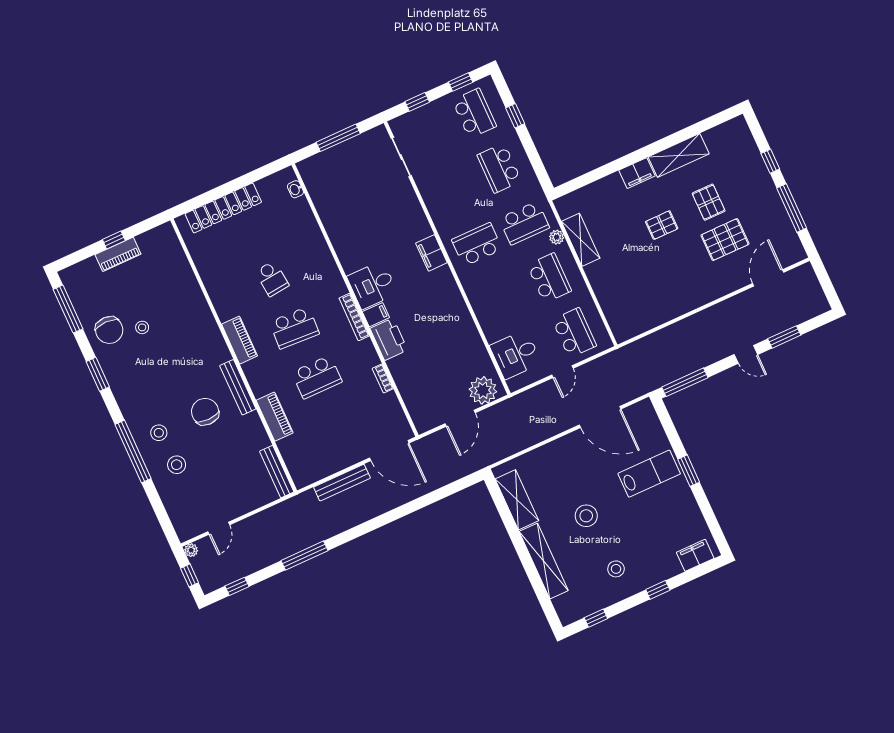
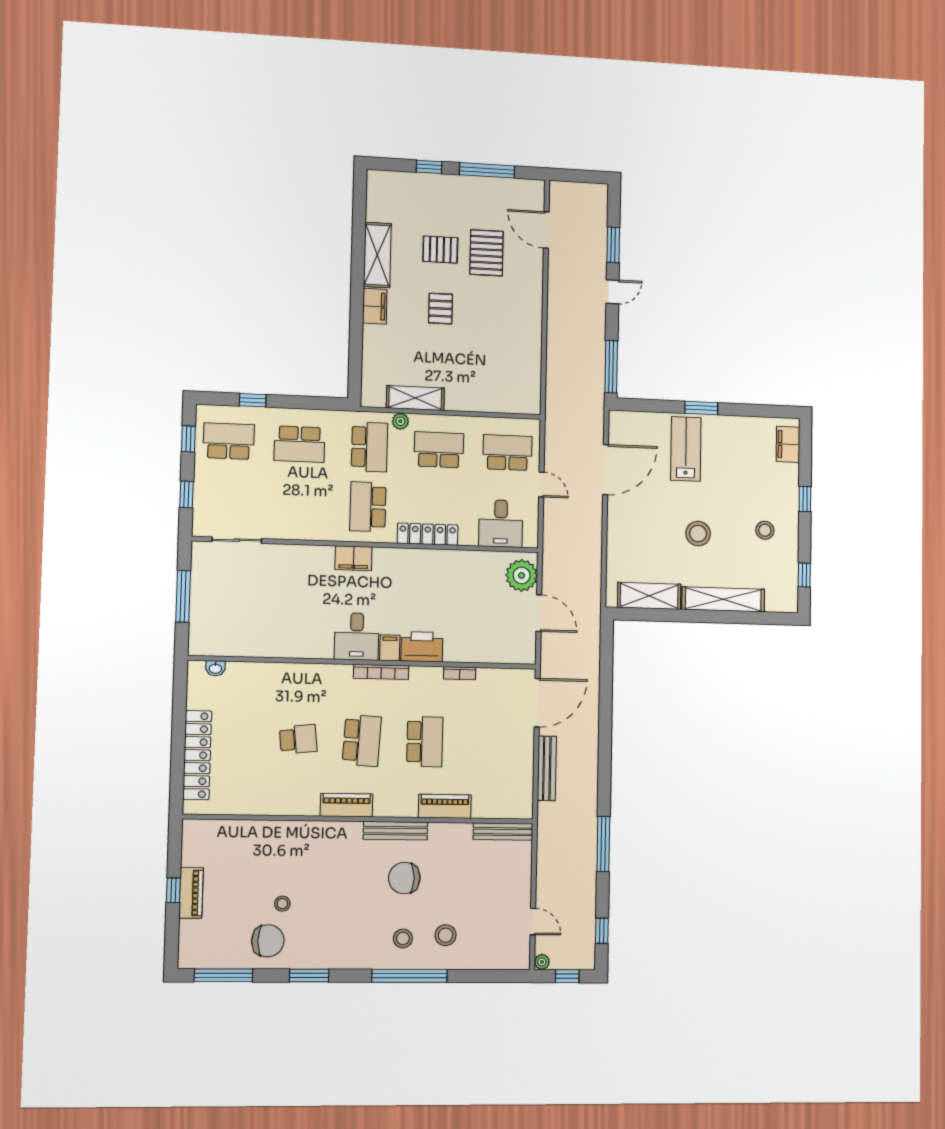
locker: (479, 301) -> (428, 534), added

